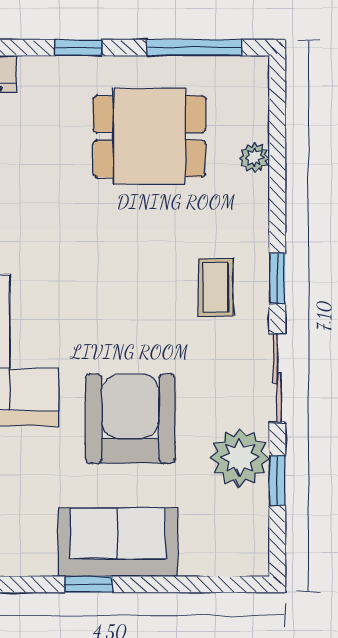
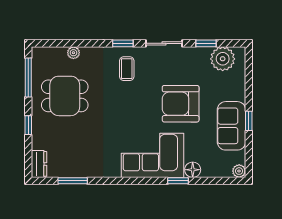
dining table: (149, 136) -> (65, 96), turned 90
coffee table: (216, 287) -> (127, 69), turned 90
plant: (240, 458) -> (223, 59), moved
sofa: (118, 542) -> (231, 126), moved

